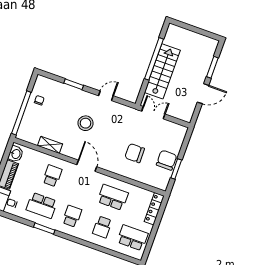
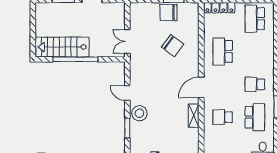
stairs: (162, 71) -> (62, 47), moved
stool: (86, 123) -> (139, 113), moved
shelving: (50, 145) -> (194, 116), moved
chair: (135, 153) -> (173, 46), turned -53
school desk: (102, 227) -> (255, 51), removed

